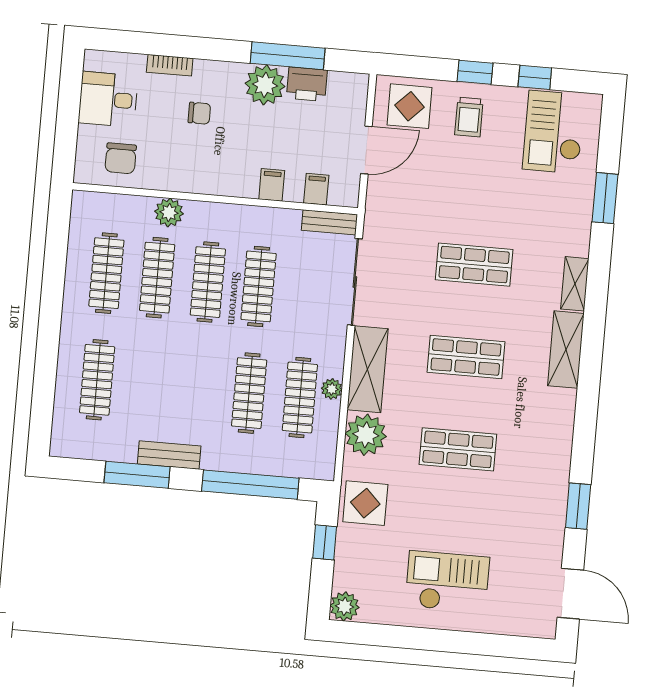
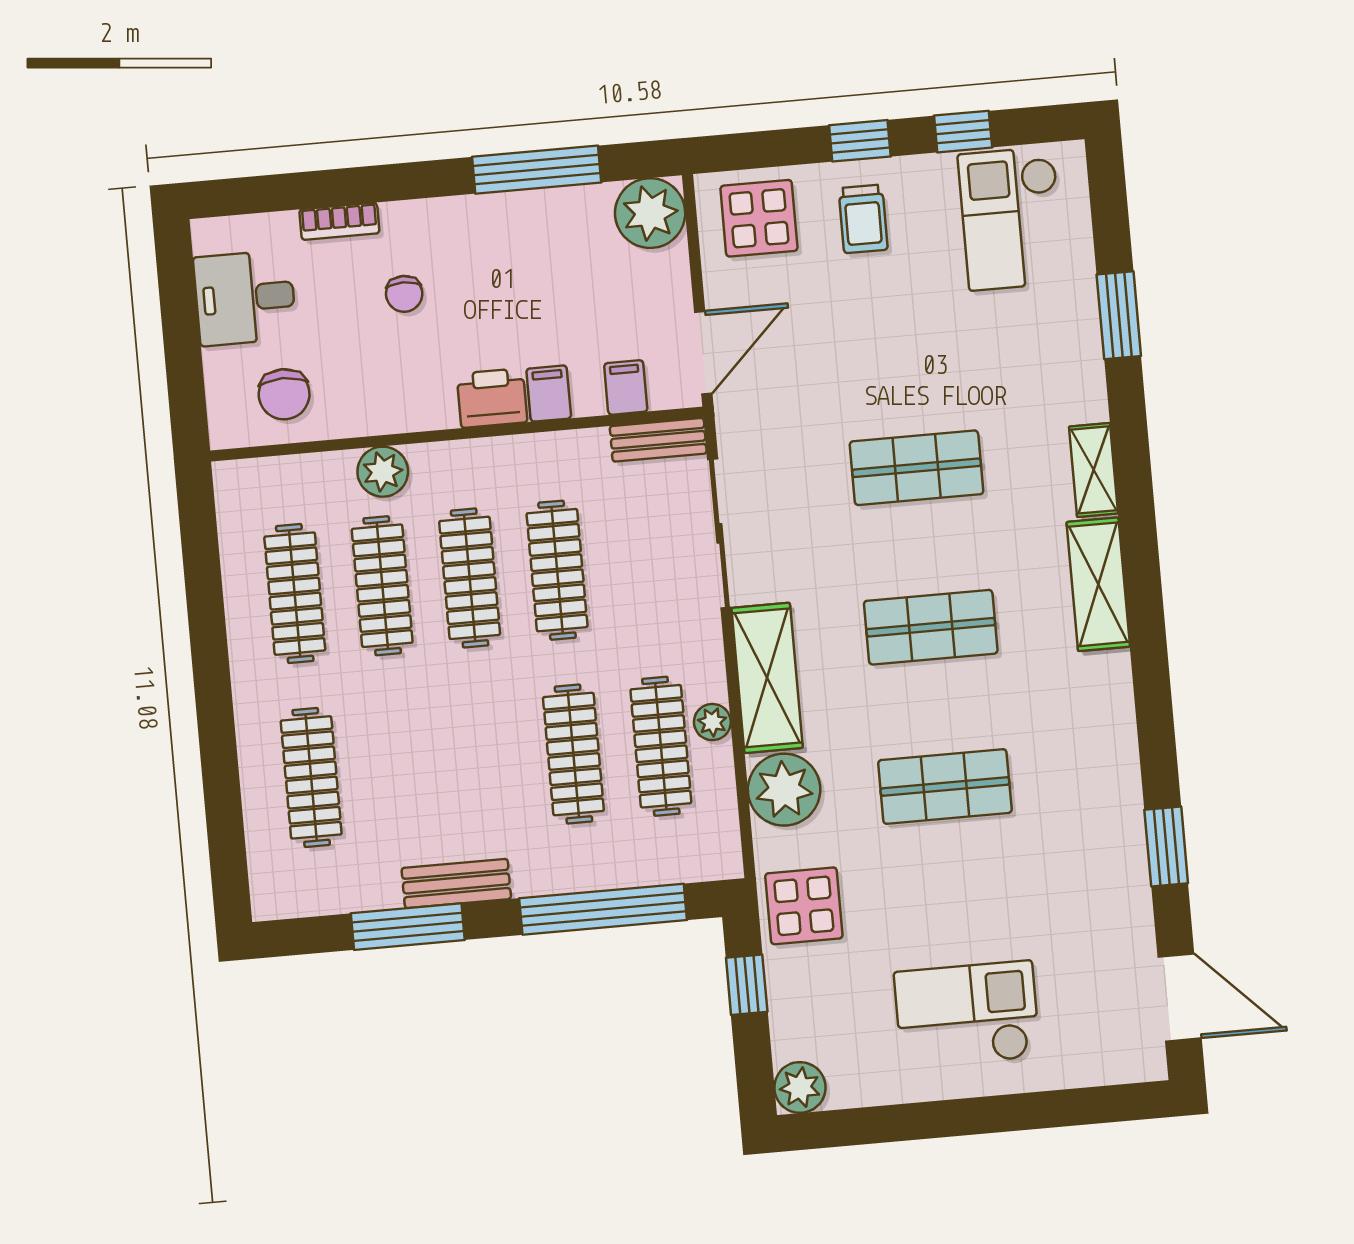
printer: (307, 84) -> (492, 398), moved, turned 180
plant: (265, 85) -> (650, 213), moved
chair: (199, 113) -> (404, 294), turned 90
door: (366, 150) -> (703, 353), moved

